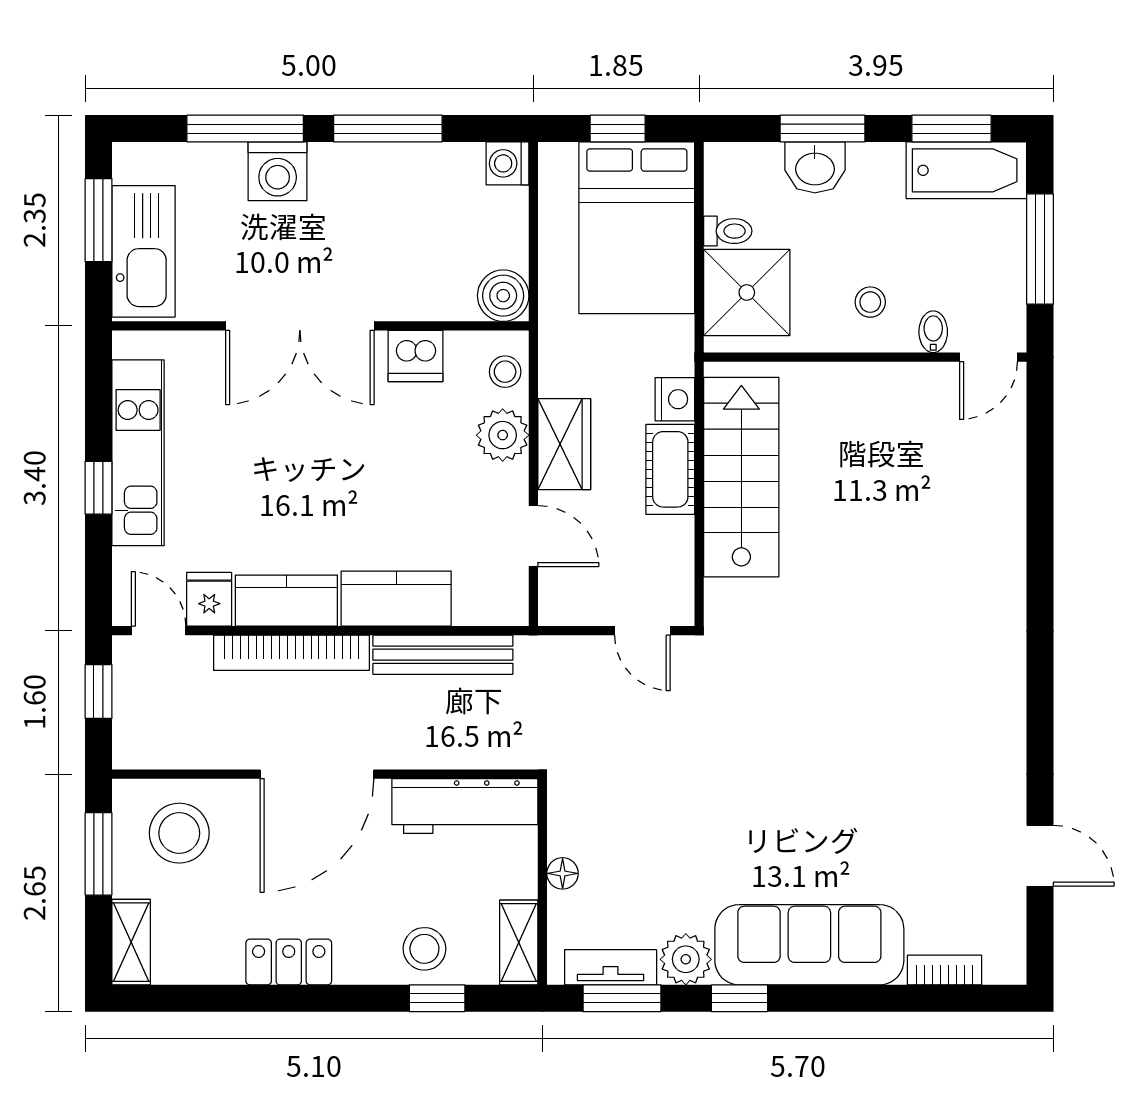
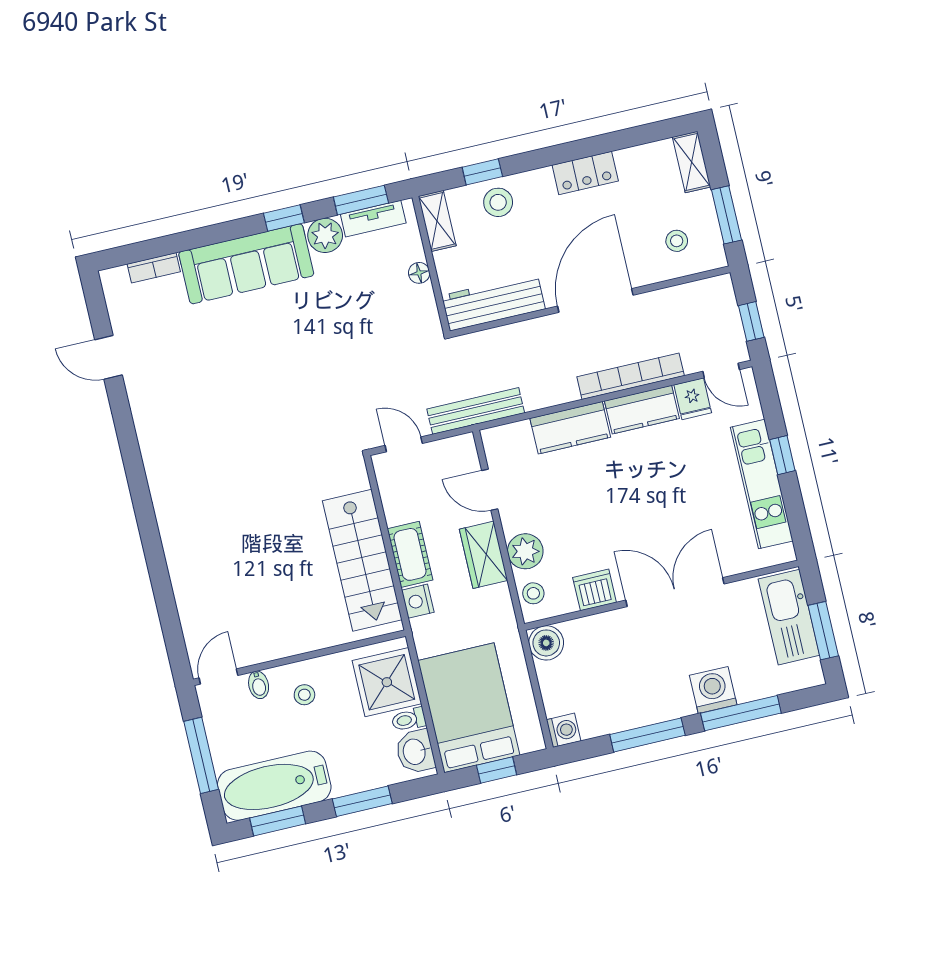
washbasin: (815, 167) -> (415, 752), moved, turned -90
bathtub: (966, 170) -> (274, 786), width x1.36, depth x1.36
bench: (443, 655) -> (476, 411), moved
stool: (179, 833) -> (677, 241), width x0.53, depth x0.53

